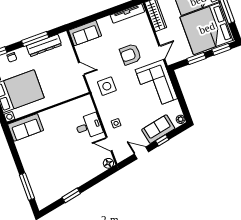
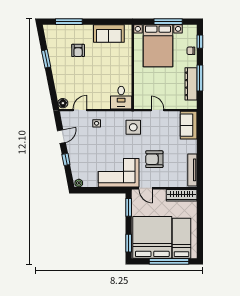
armchair: (130, 54) -> (154, 159), turned -90
window: (196, 58) -> (129, 207), moved
door: (81, 69) -> (157, 110), swing flipped
desk: (89, 126) -> (121, 98), moved
sofa: (26, 127) -> (109, 34), moved, turned -90
sofa: (158, 129) -> (77, 160), removed
armchair: (52, 167) -> (78, 50), added

